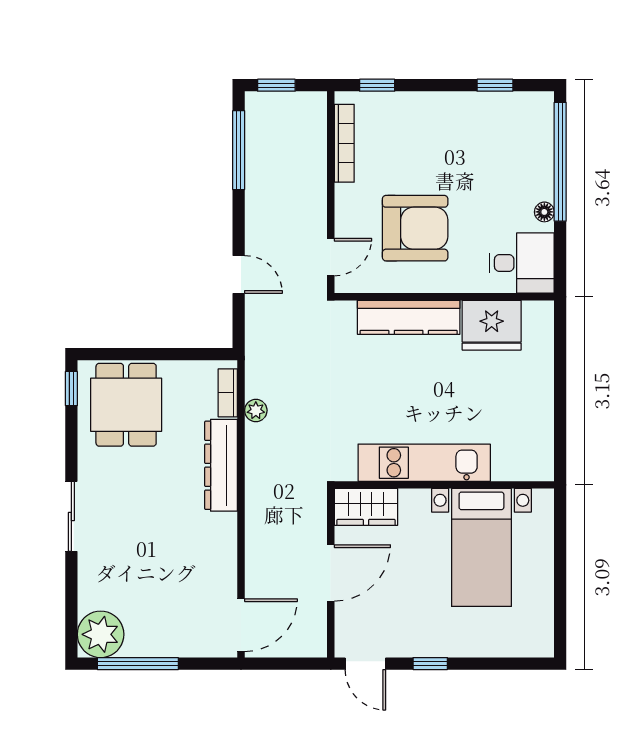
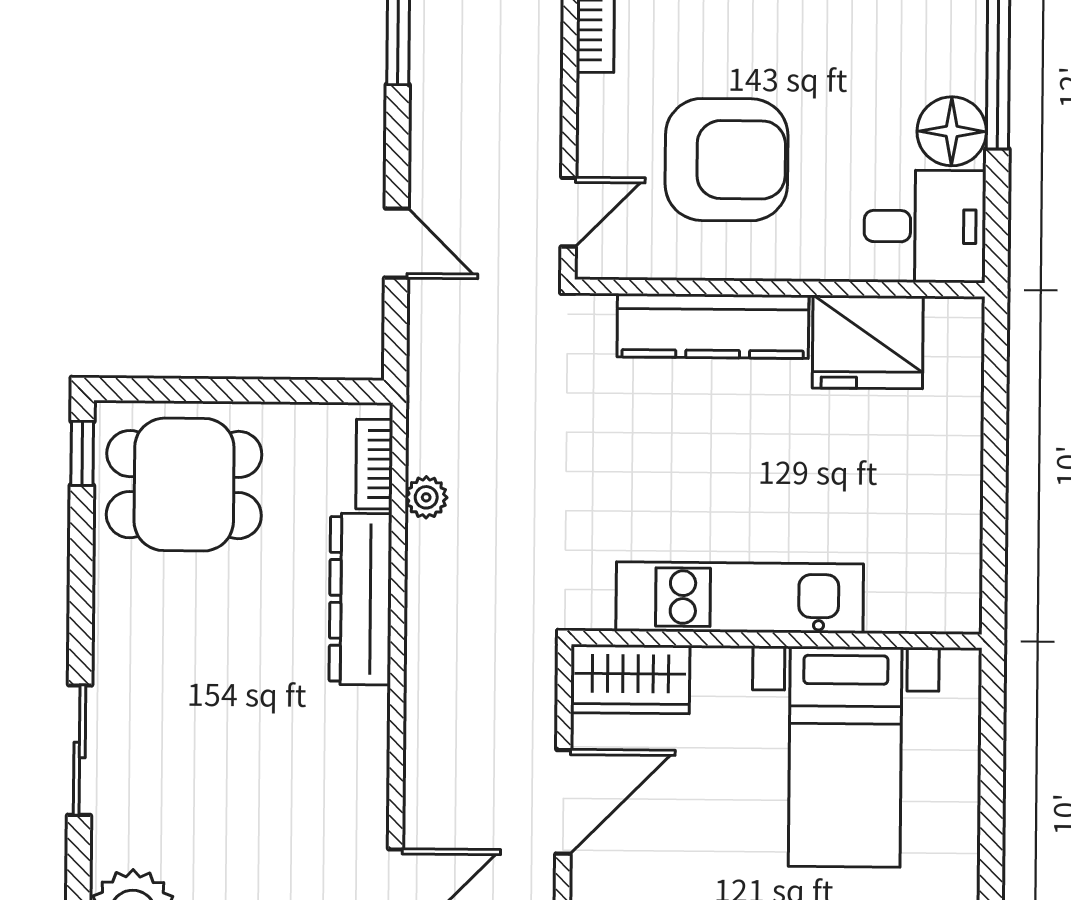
floor lamp: (544, 212) -> (952, 131), width x1.89, depth x1.89
dining table: (126, 405) -> (184, 485), turned 90
sliding door: (71, 516) -> (80, 750), moved

